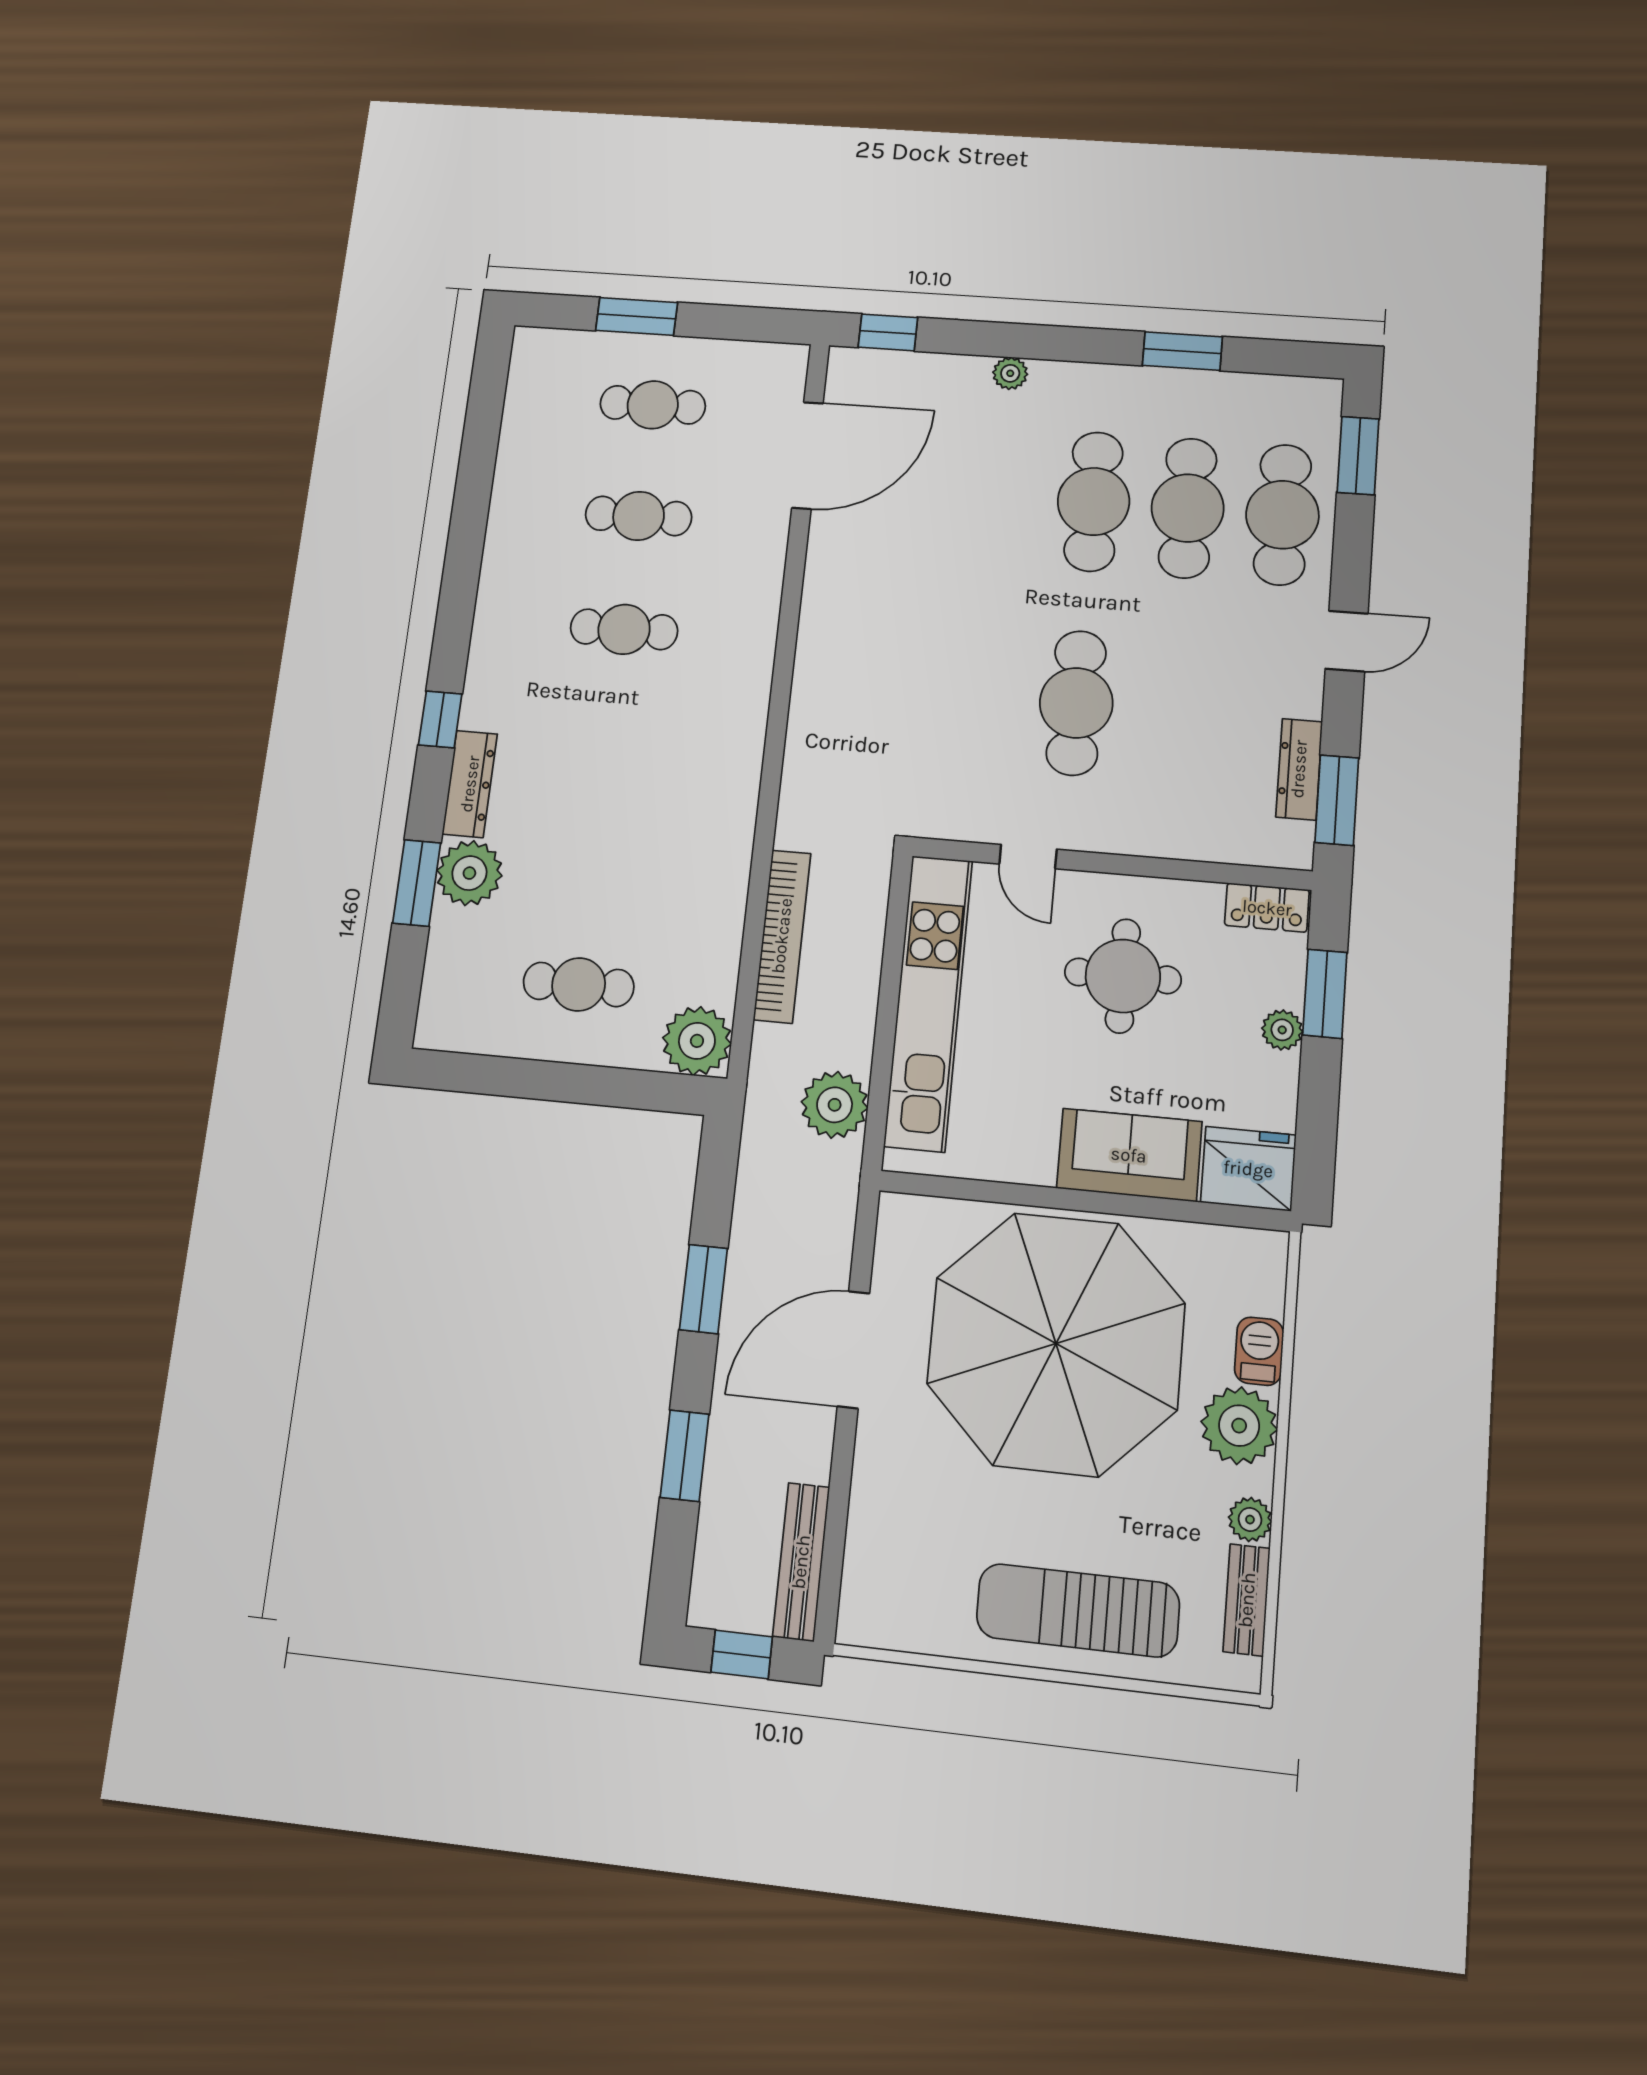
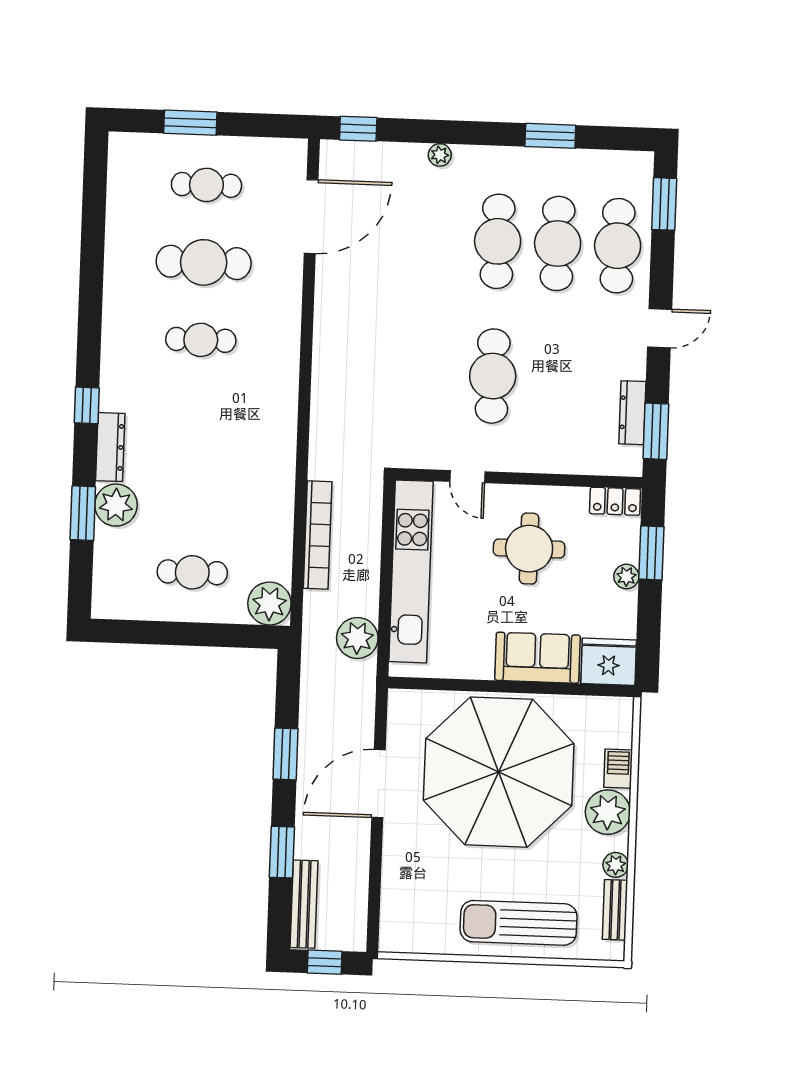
cafe table: (639, 516) -> (204, 262), width x1.37, depth x1.35
bench: (801, 1562) -> (304, 904), moved

